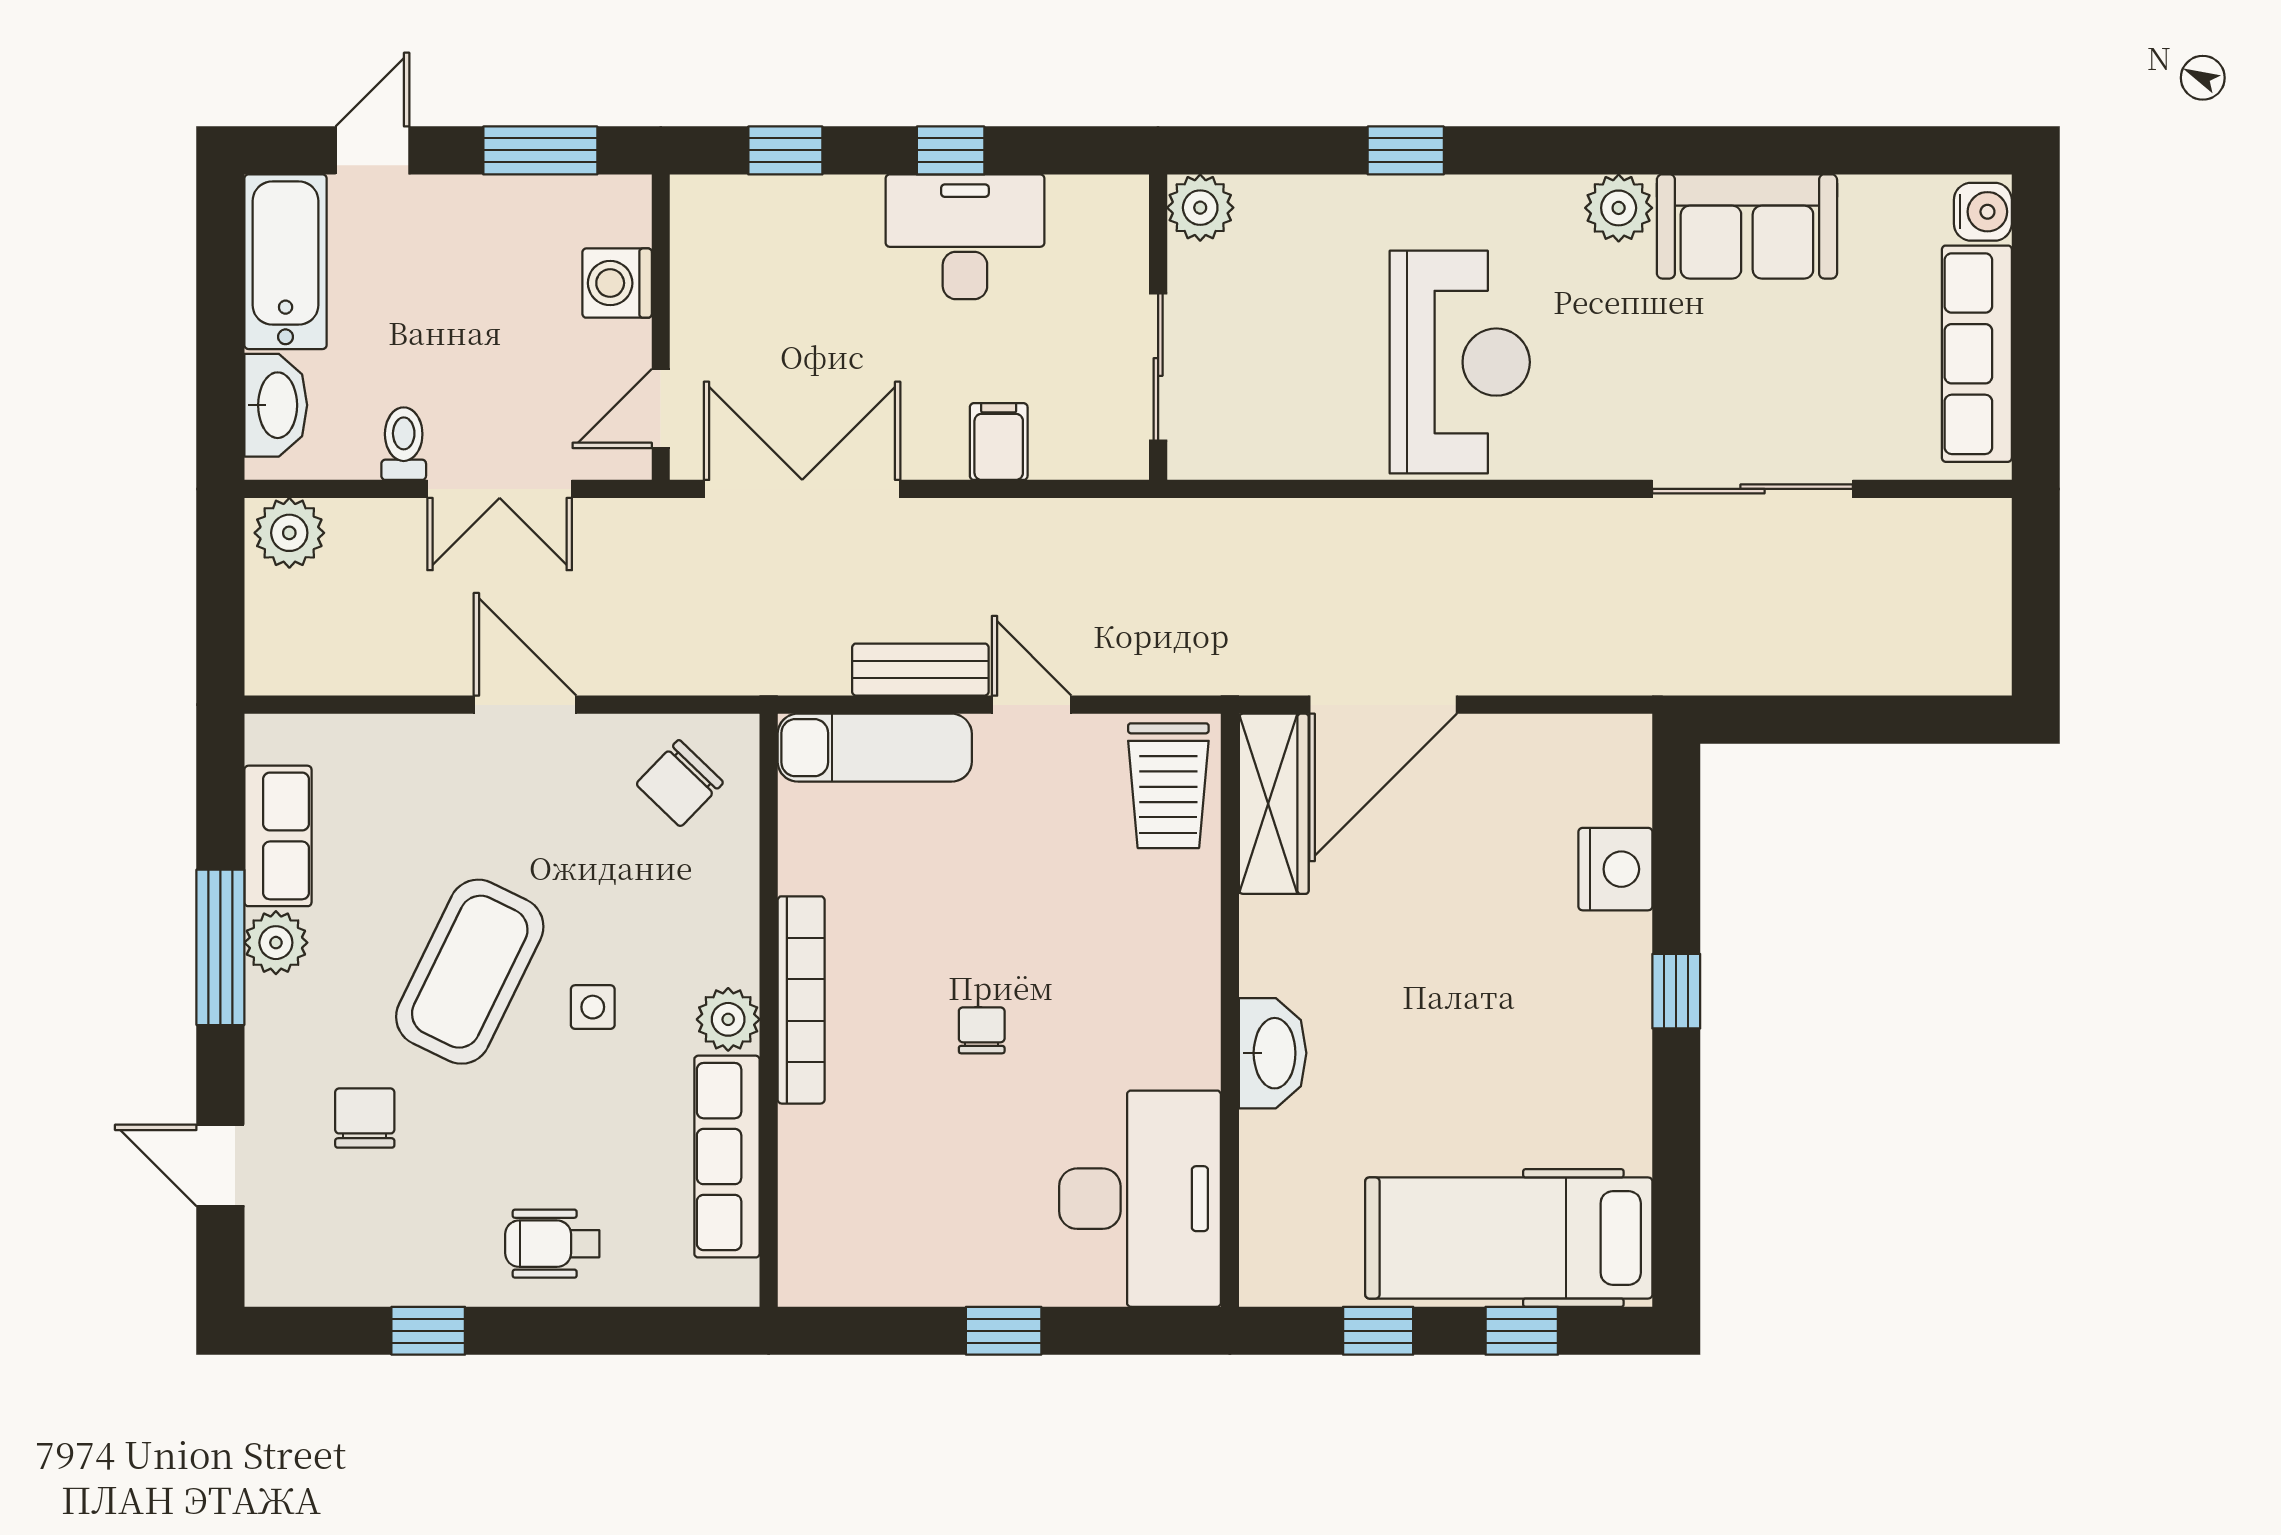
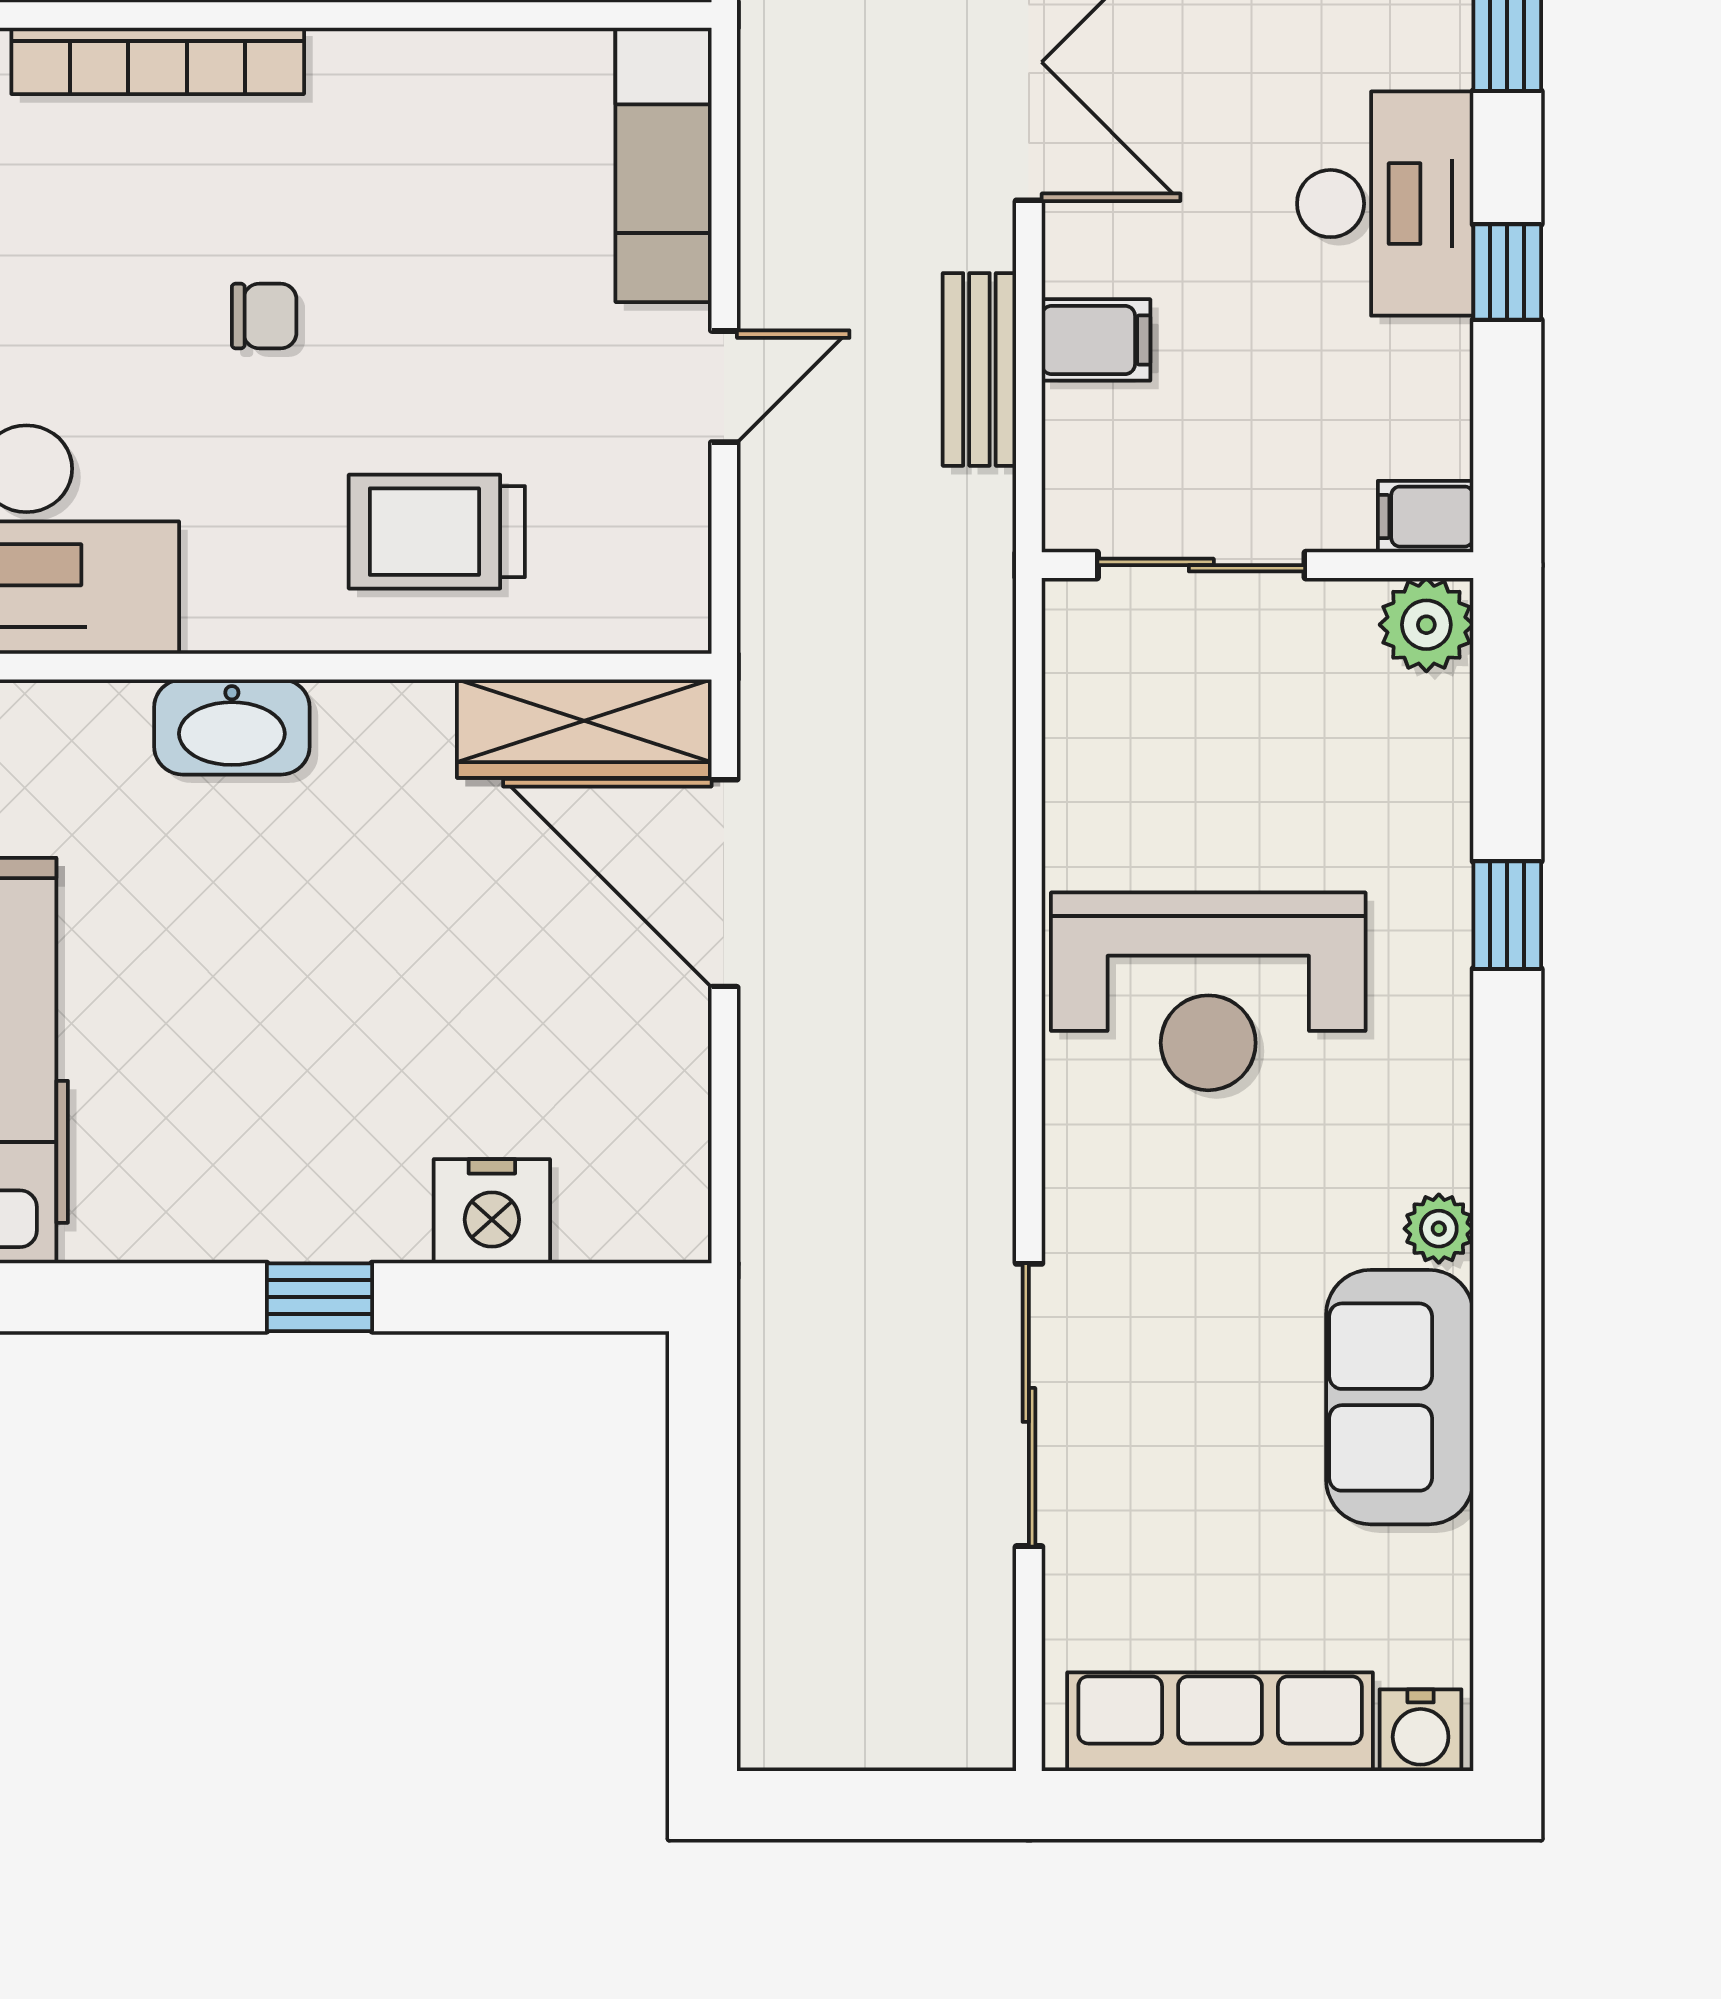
filing cabinet: (1124, 208) -> (1426, 517), added
plant: (1619, 208) -> (1439, 1229), width x0.73, depth x0.73
desk: (965, 237) -> (1385, 204), moved
bench: (920, 670) -> (979, 369), moved
trolley: (1168, 786) -> (437, 532), moved
bookcase: (801, 1000) -> (158, 61), moved

